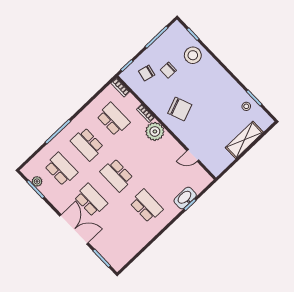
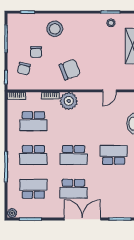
stool: (193, 55) -> (55, 29), moved
school desk: (113, 119) -> (33, 121), turned 180
plant: (37, 181) -> (12, 213), moved
school desk: (91, 200) -> (74, 189), turned 180

